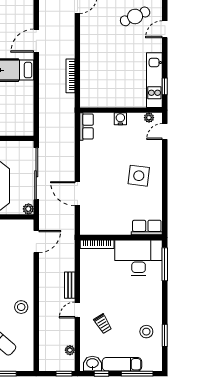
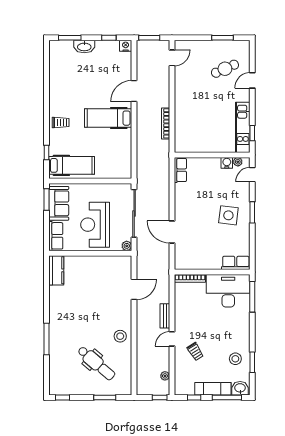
water cooler: (120, 119) -> (227, 163), moved
window: (165, 172) -> (252, 212), added
door: (36, 242) -> (134, 289), moved
washbasin: (92, 364) -> (240, 388), moved

